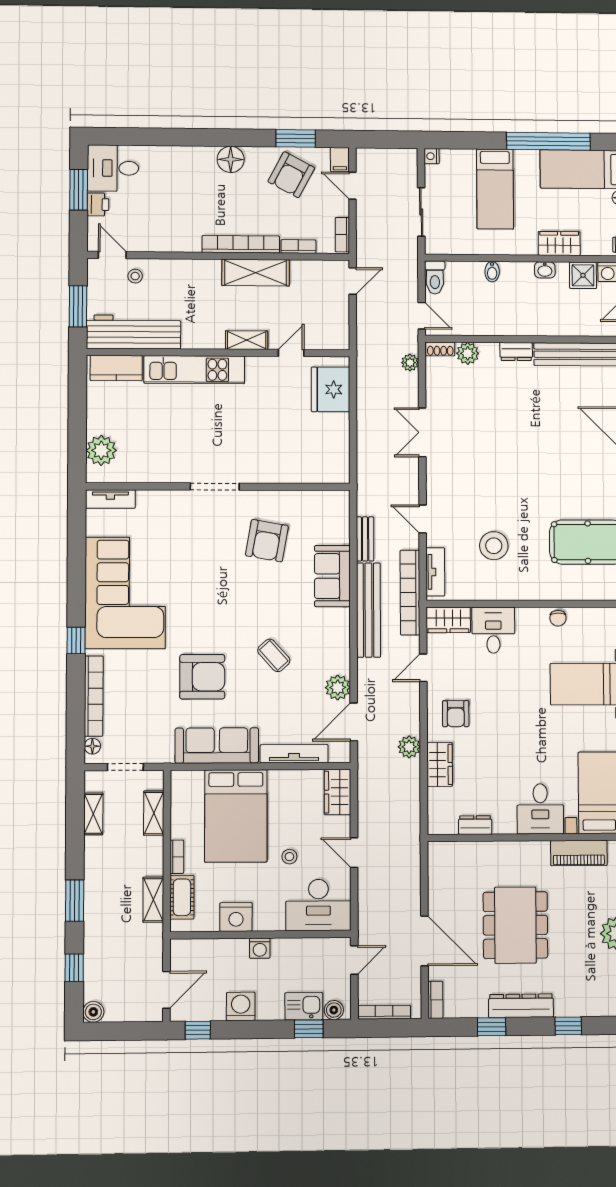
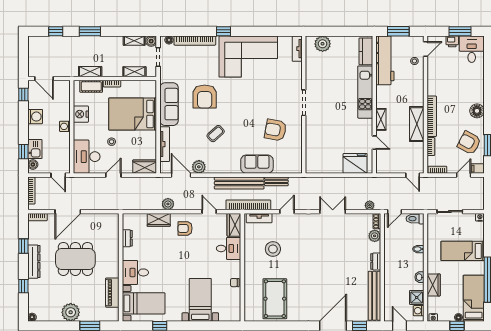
boiler: (93, 1012) -> (151, 41), moved

